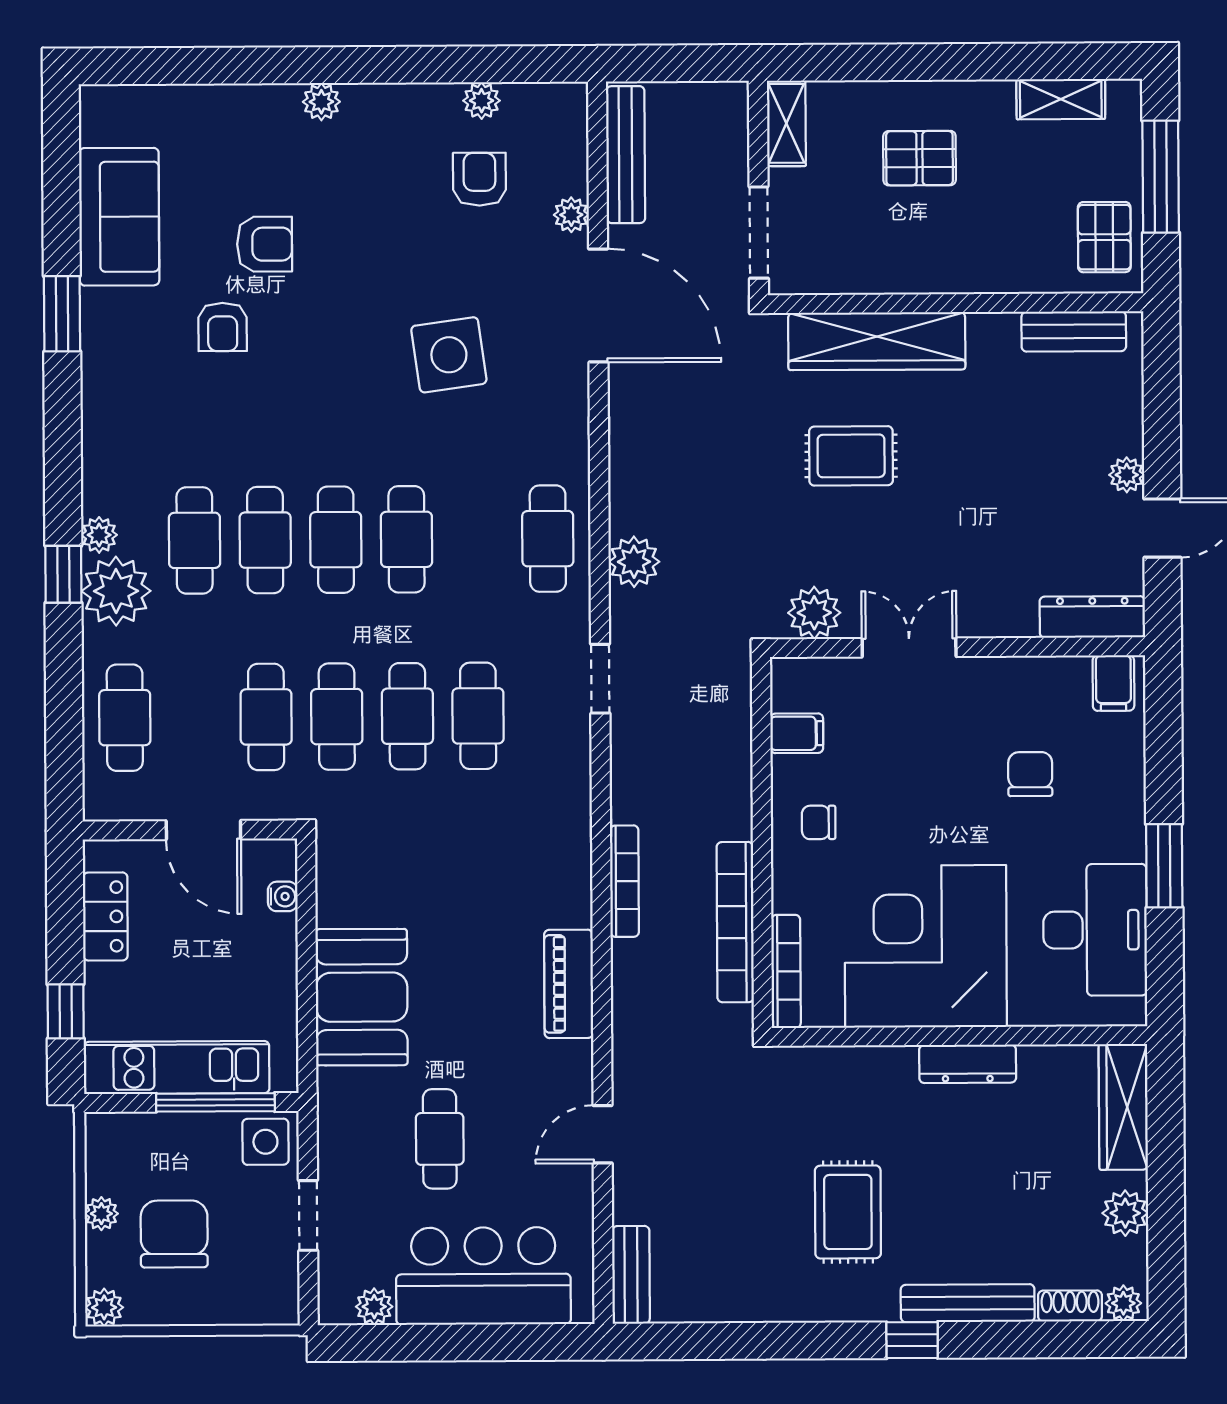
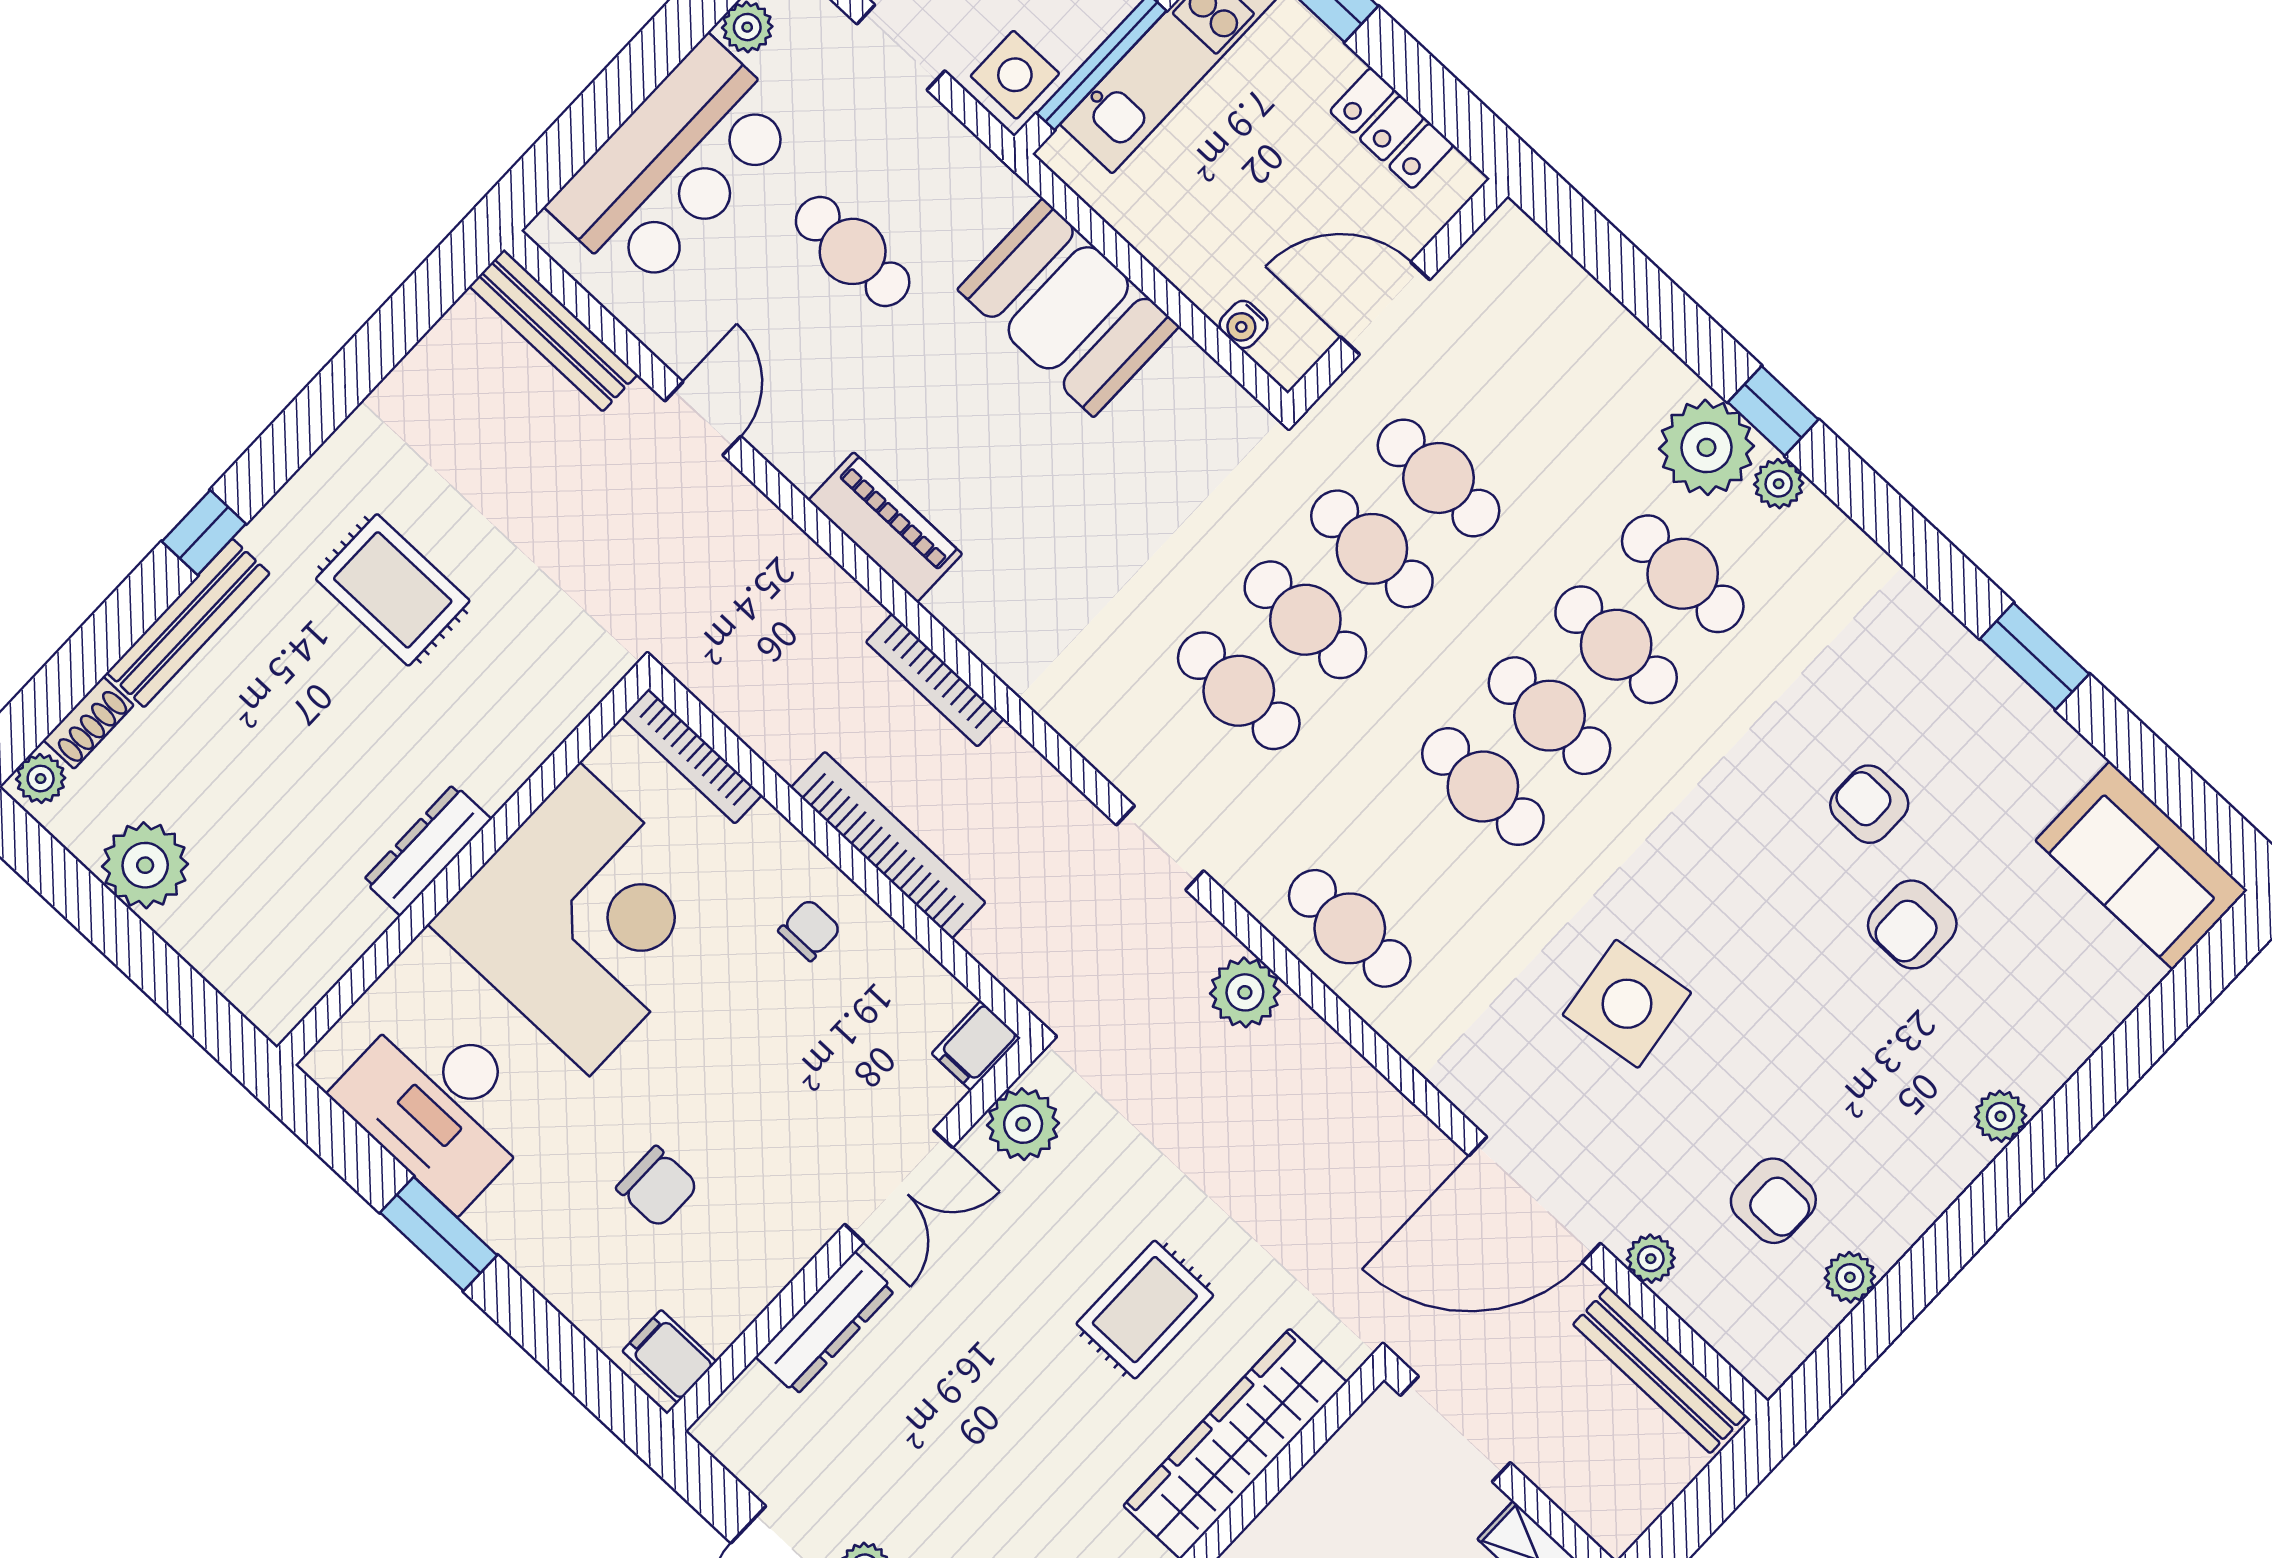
sofa: (119, 217) -> (2141, 866), moved
dresser: (1092, 617) -> (825, 1323), moved
cafe table: (125, 718) -> (1572, 336), removed
filing cabinet: (797, 733) -> (976, 1046), moved
bookcase: (735, 922) -> (888, 845), moved
wardrobe: (1123, 1107) -> (237, 964), removed
plant: (1125, 1213) -> (145, 865), width x1.36, depth x1.36
bench: (631, 1275) -> (553, 330), width x1.36

